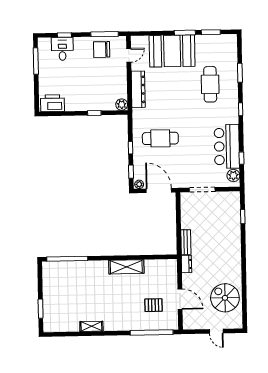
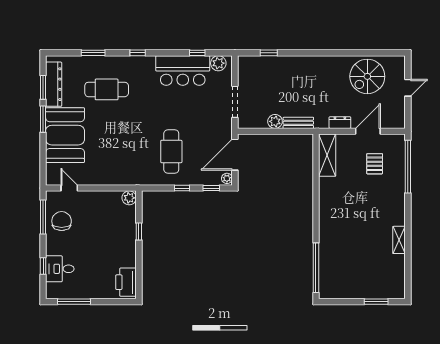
chair: (102, 49) -> (62, 221), turned 180
dresser: (138, 89) -> (54, 84), moved, turned 90
plant: (187, 223) -> (275, 121), added
dresser: (186, 264) -> (340, 123), moved
shelving: (126, 267) -> (327, 155), moved

